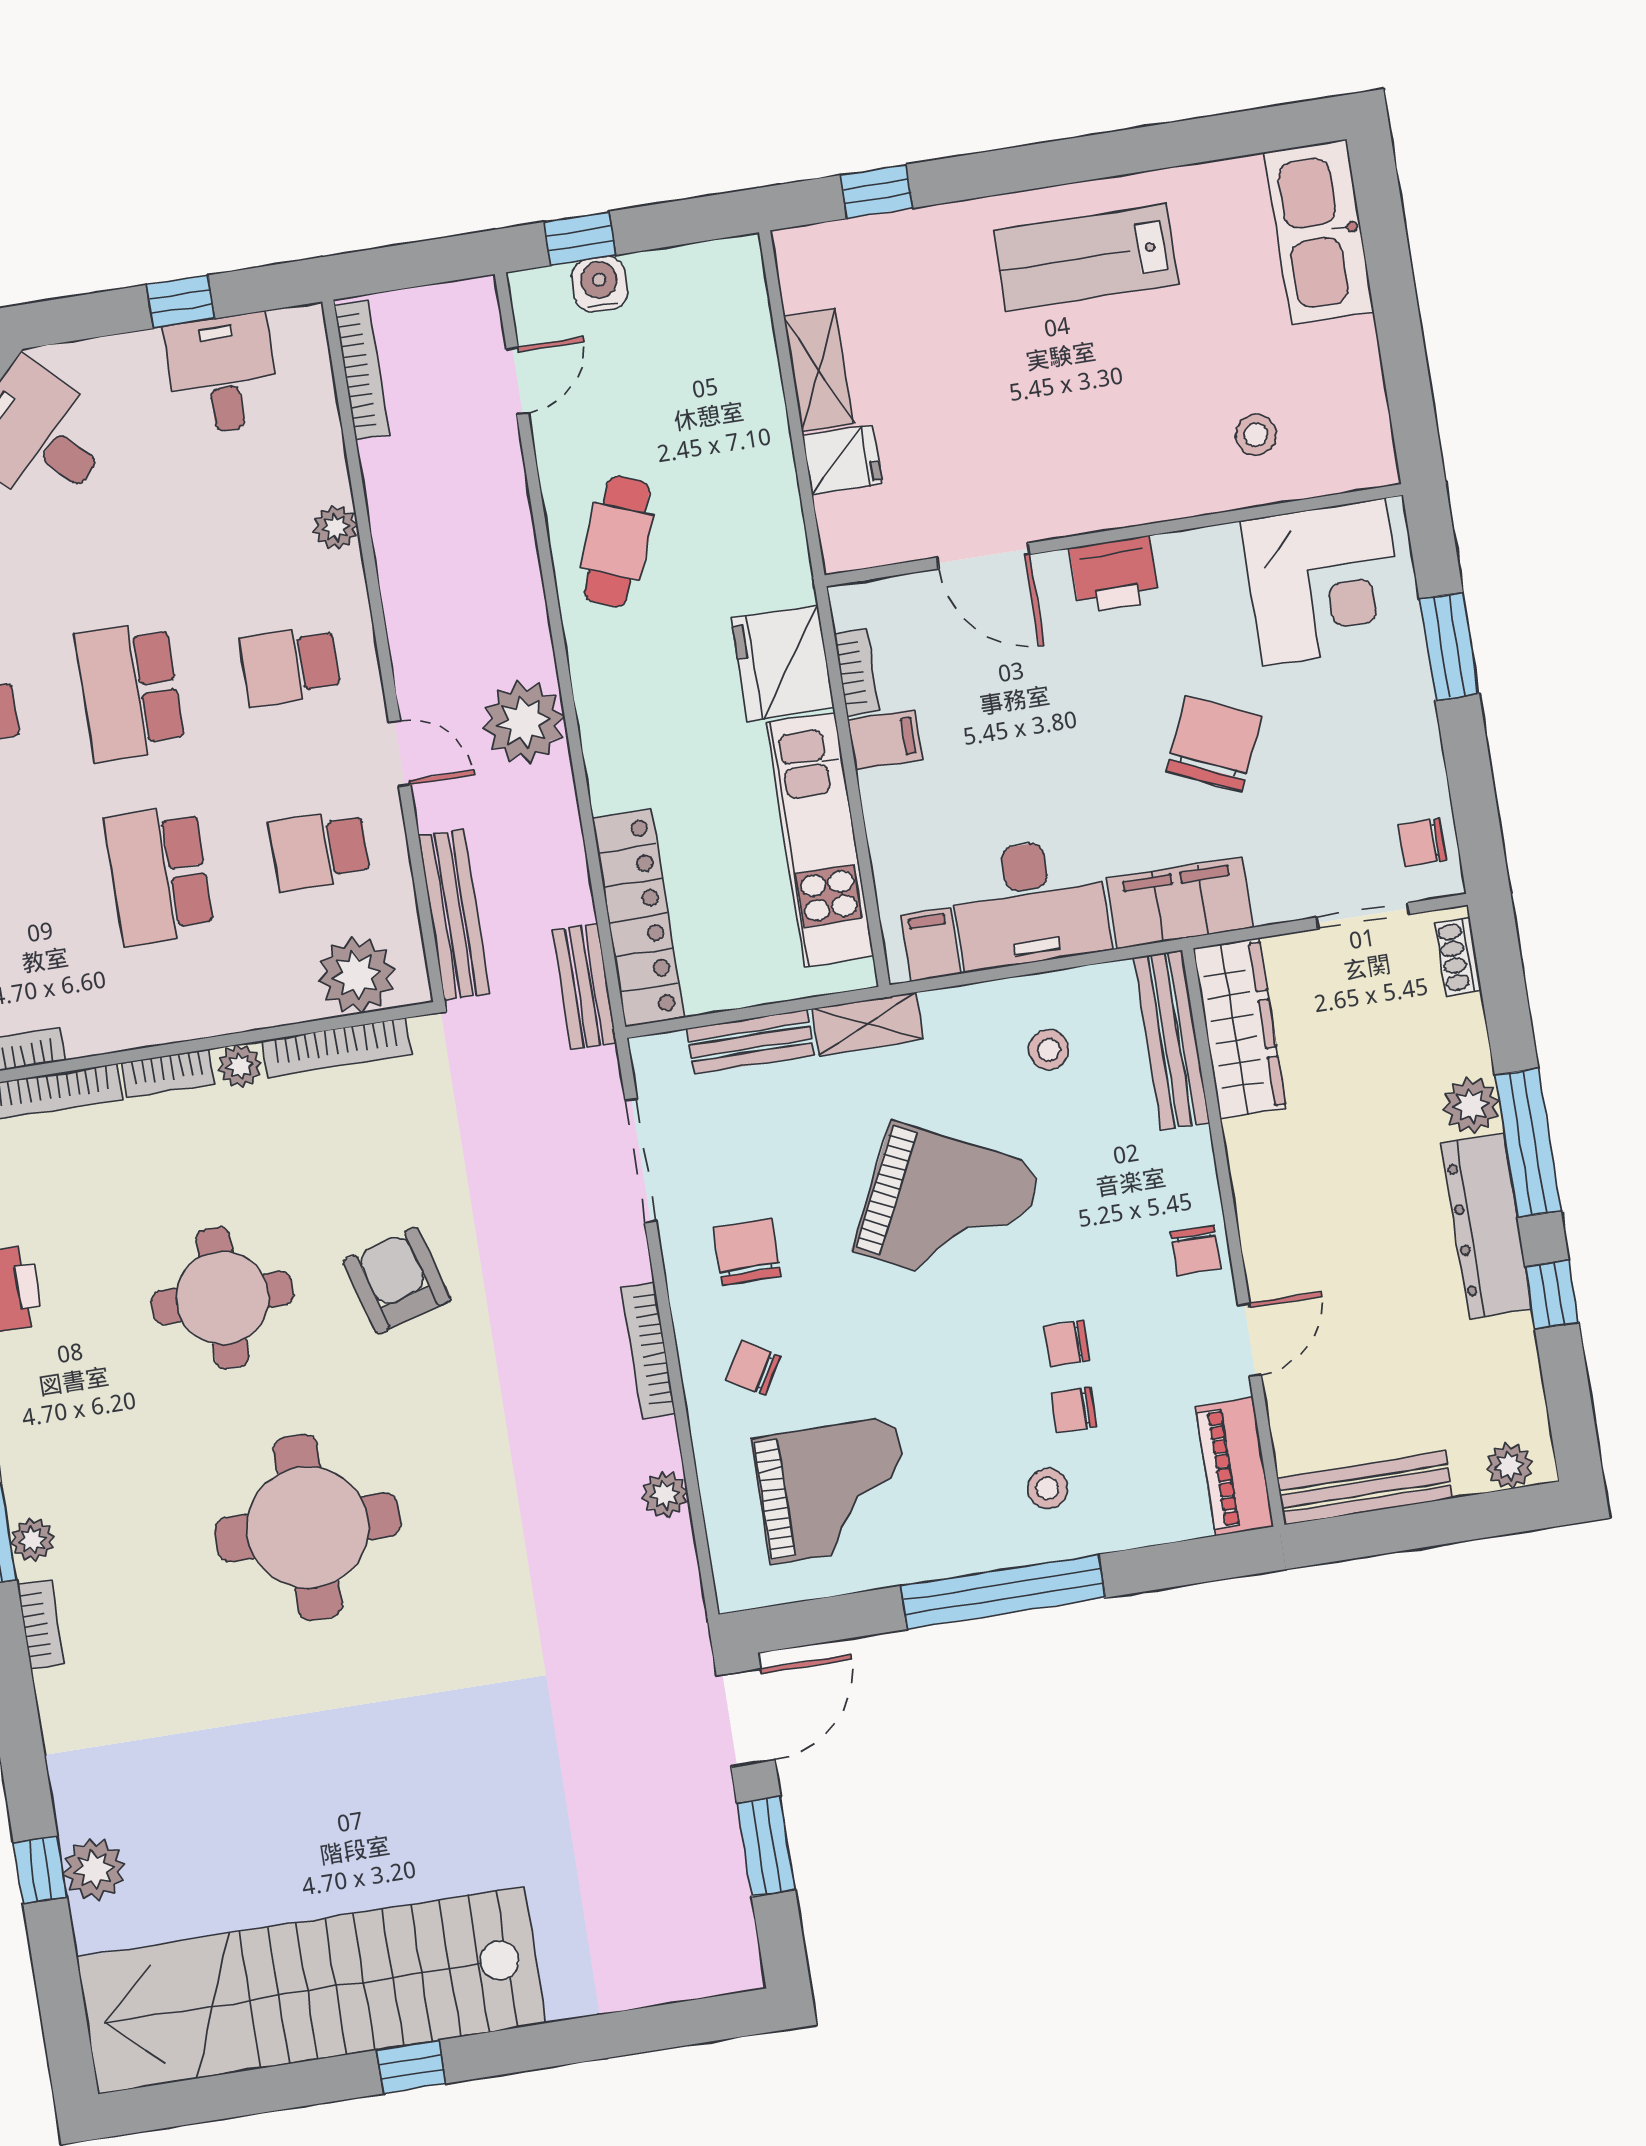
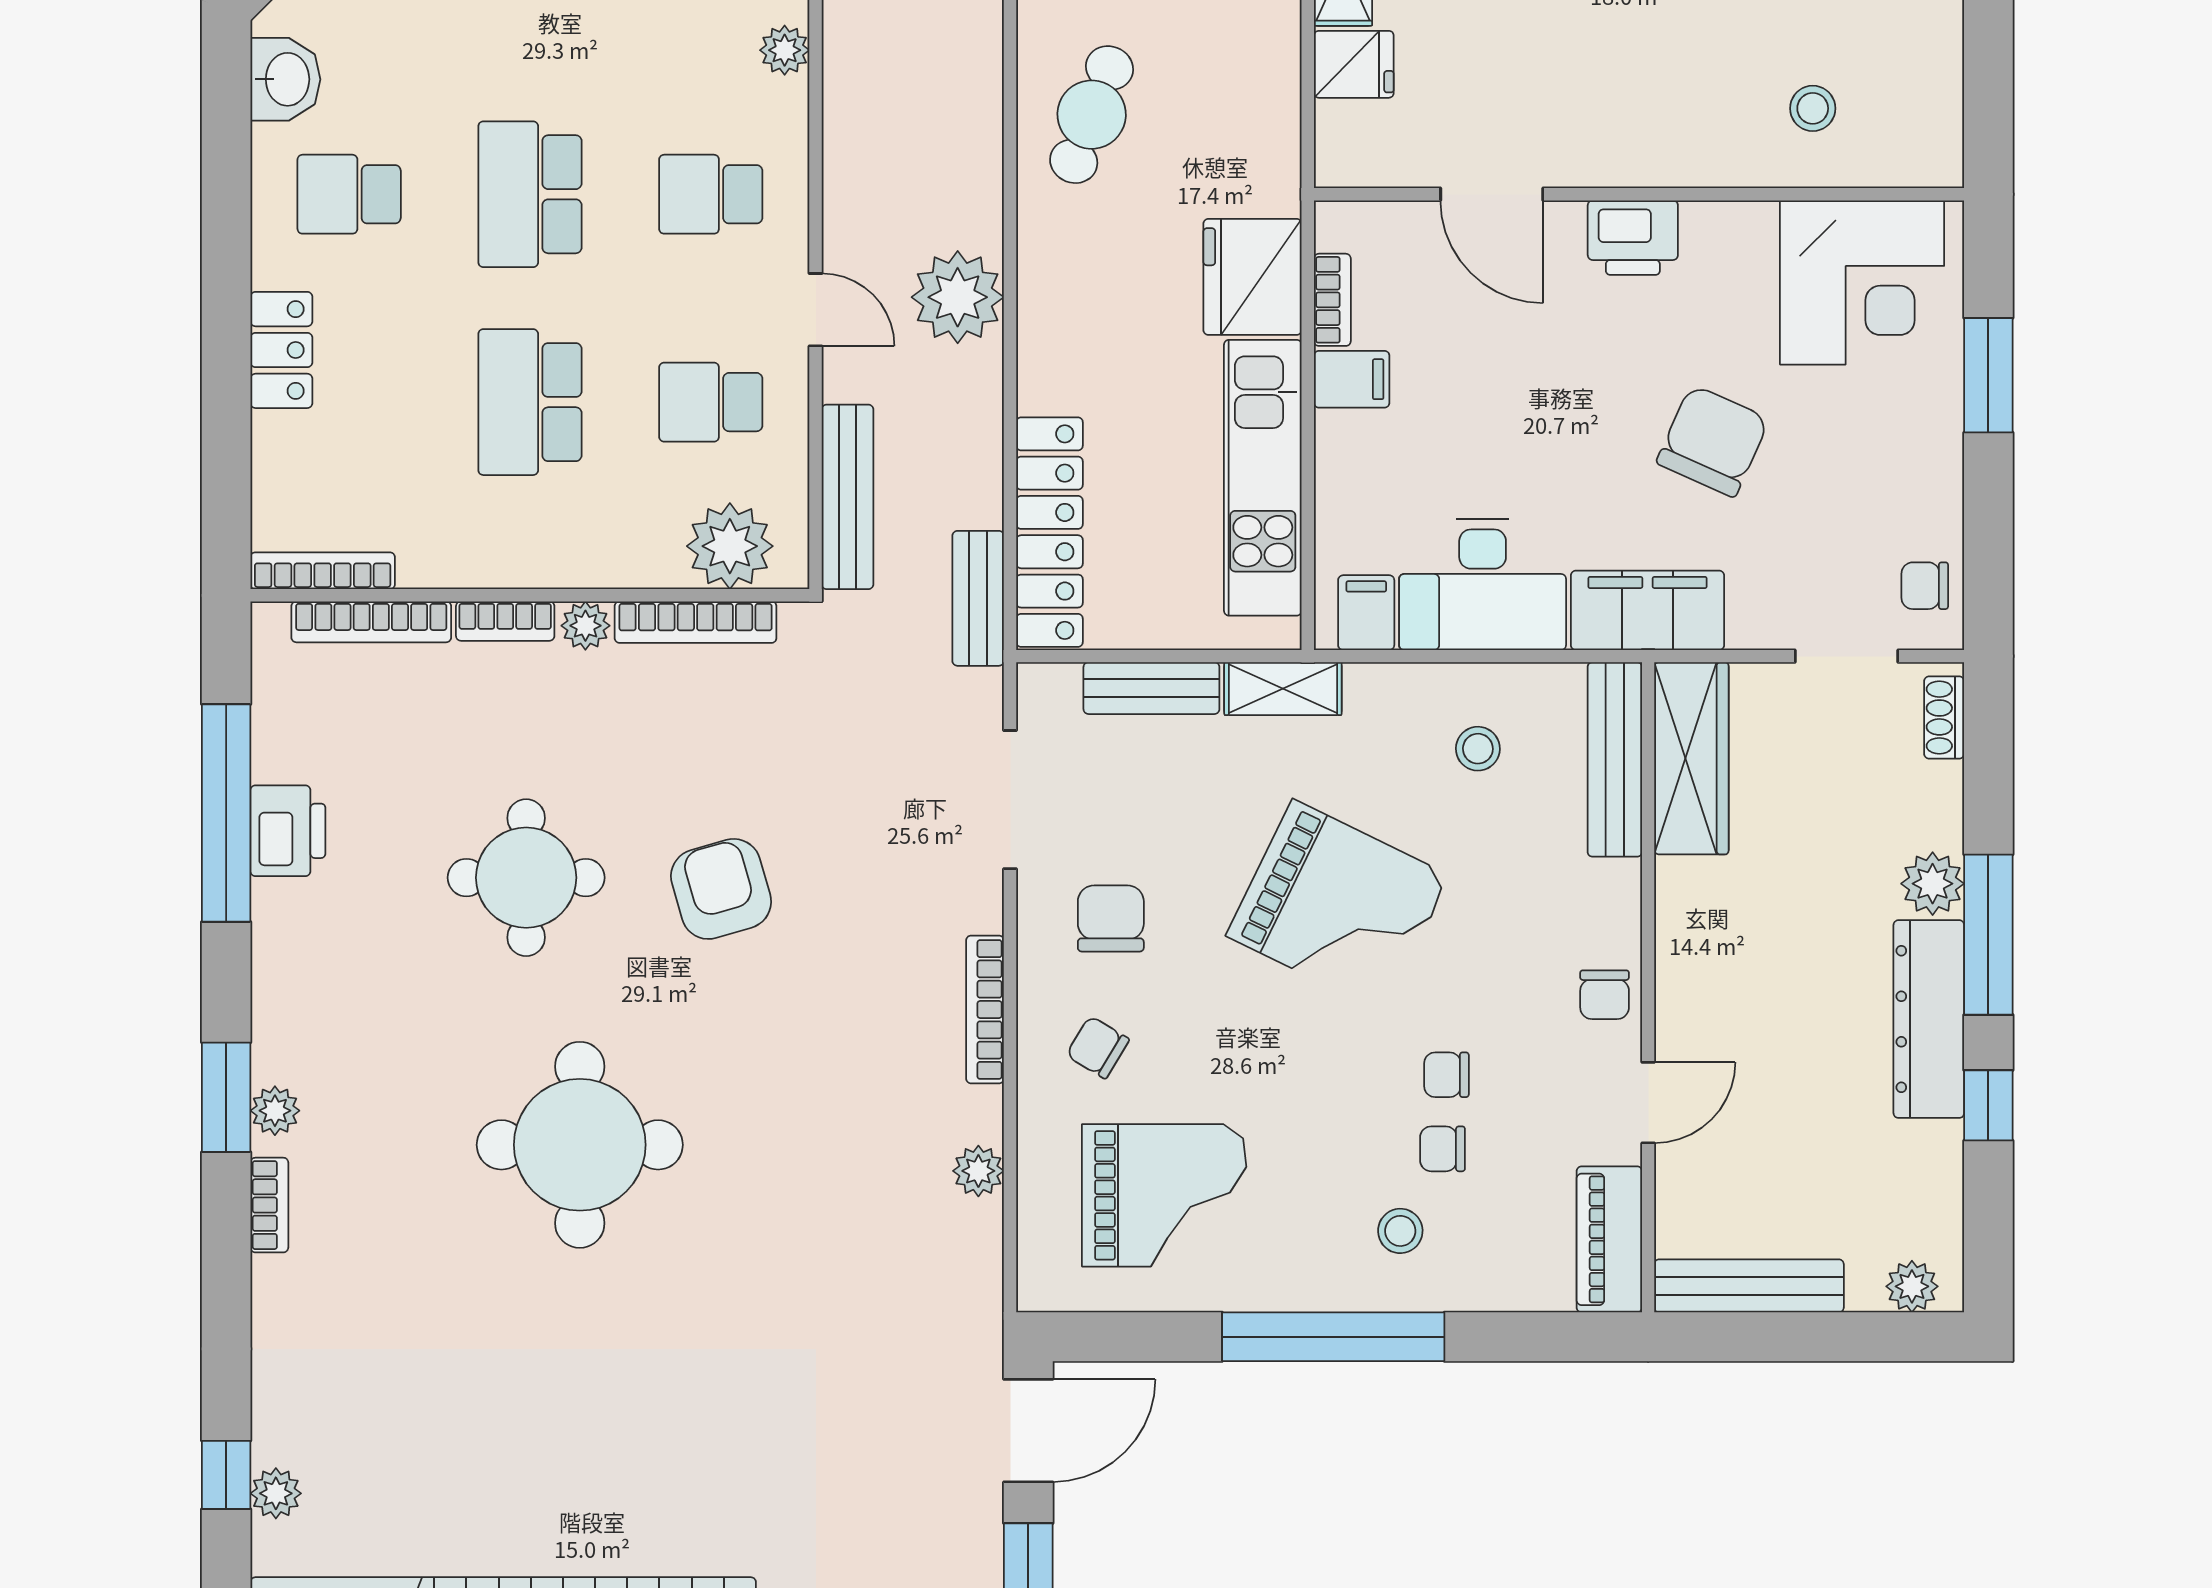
plant: (94, 1869) -> (276, 1493), width x0.73, depth x0.73

